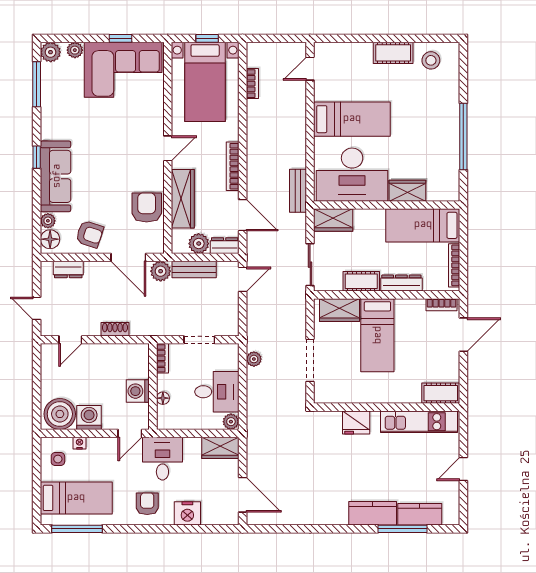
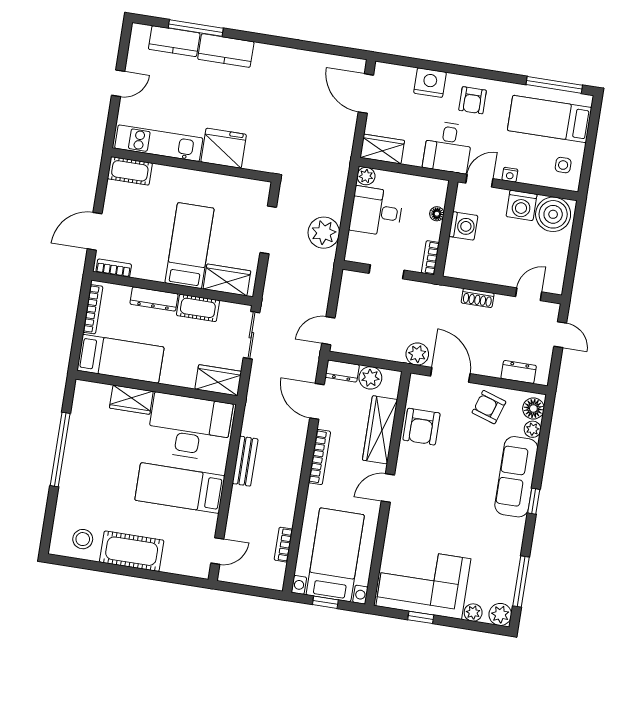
cot: (393, 53) -> (132, 551), width x1.37, depth x1.34
bench: (298, 191) -> (245, 461), moved
bench: (194, 270) -> (380, 350), removed
plant: (254, 359) -> (324, 233), width x1.87, depth x1.87
fridge: (356, 422) -> (224, 148), width x1.36, depth x1.34
nightstand: (80, 443) -> (510, 175), moved

